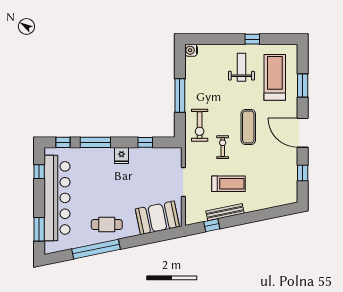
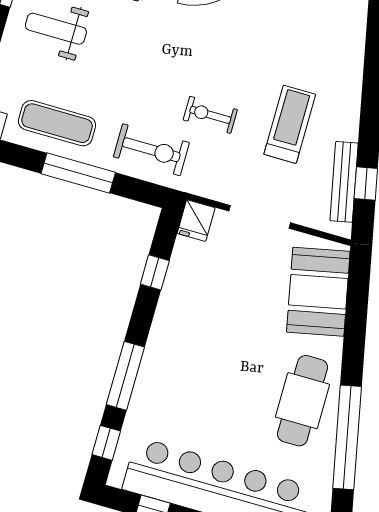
exercise mat: (248, 127) -> (57, 123), moved
fridge: (122, 156) -> (196, 221), moved, turned 90
bench: (225, 212) -> (344, 182), moved
cafe table: (107, 225) -> (302, 401), width x1.37, depth x1.35

